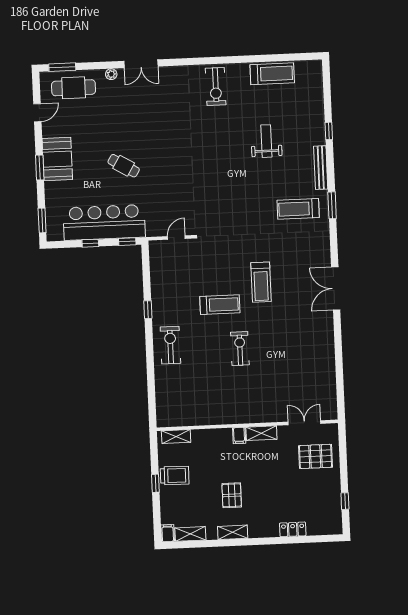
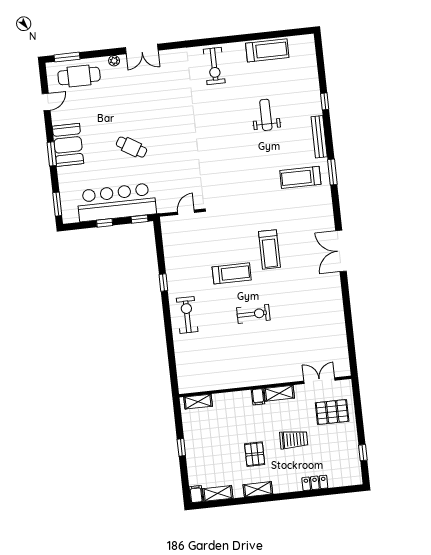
exercise bike: (240, 349) -> (253, 314), turned 90
trolley: (175, 476) -> (294, 440), moved

